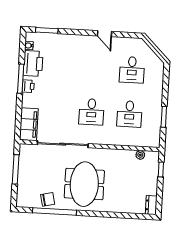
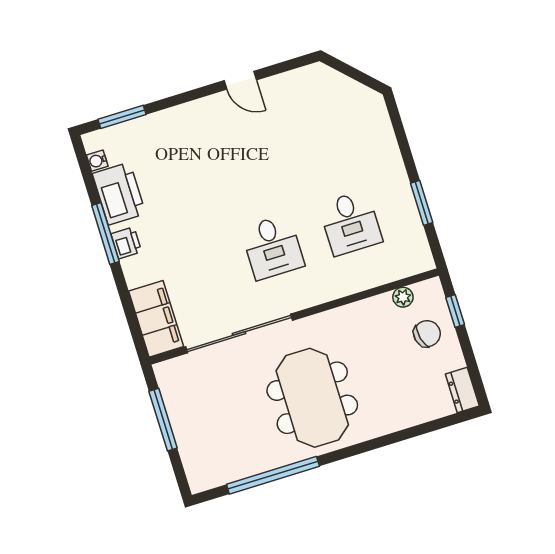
desk: (132, 70) -> (322, 132), removed
chair: (48, 199) -> (427, 334), moved

